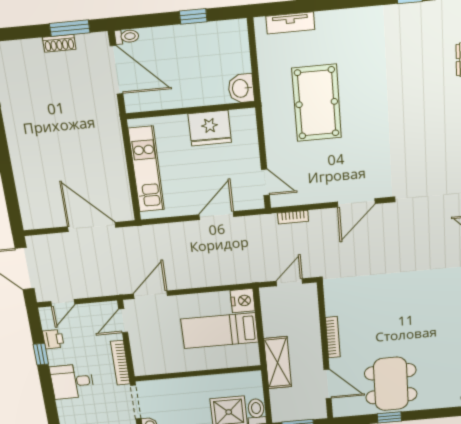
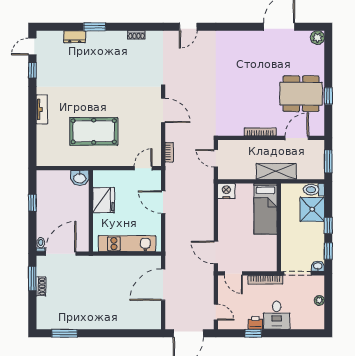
tv unit: (290, 23) -> (42, 109), moved
bed: (220, 331) -> (266, 209), moved
printer: (53, 339) -> (255, 323), moved

